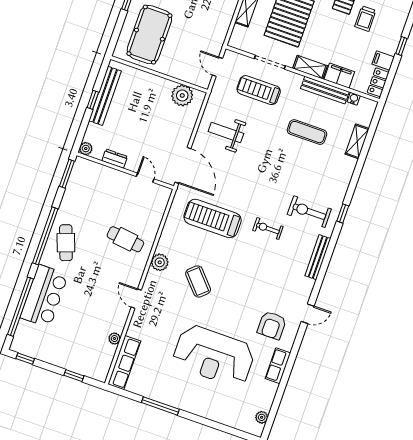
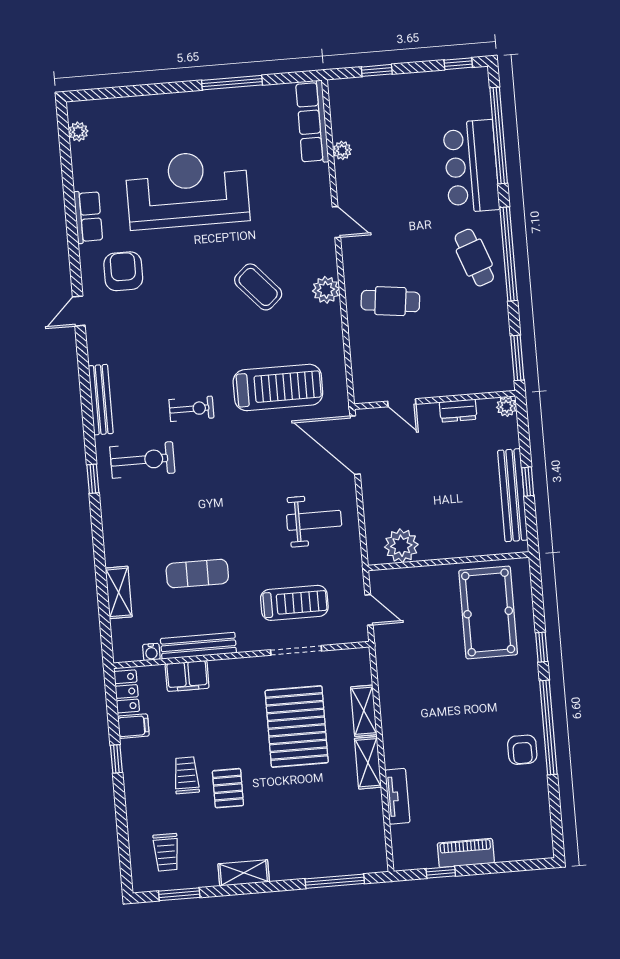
shelving: (310, 67) -> (235, 669), removed

